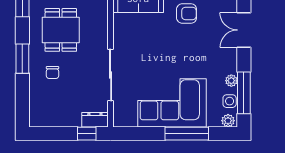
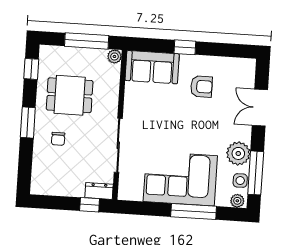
dining table: (61, 30) -> (70, 95), turned 90
plant: (231, 81) -> (238, 153), width x1.87, depth x1.87

